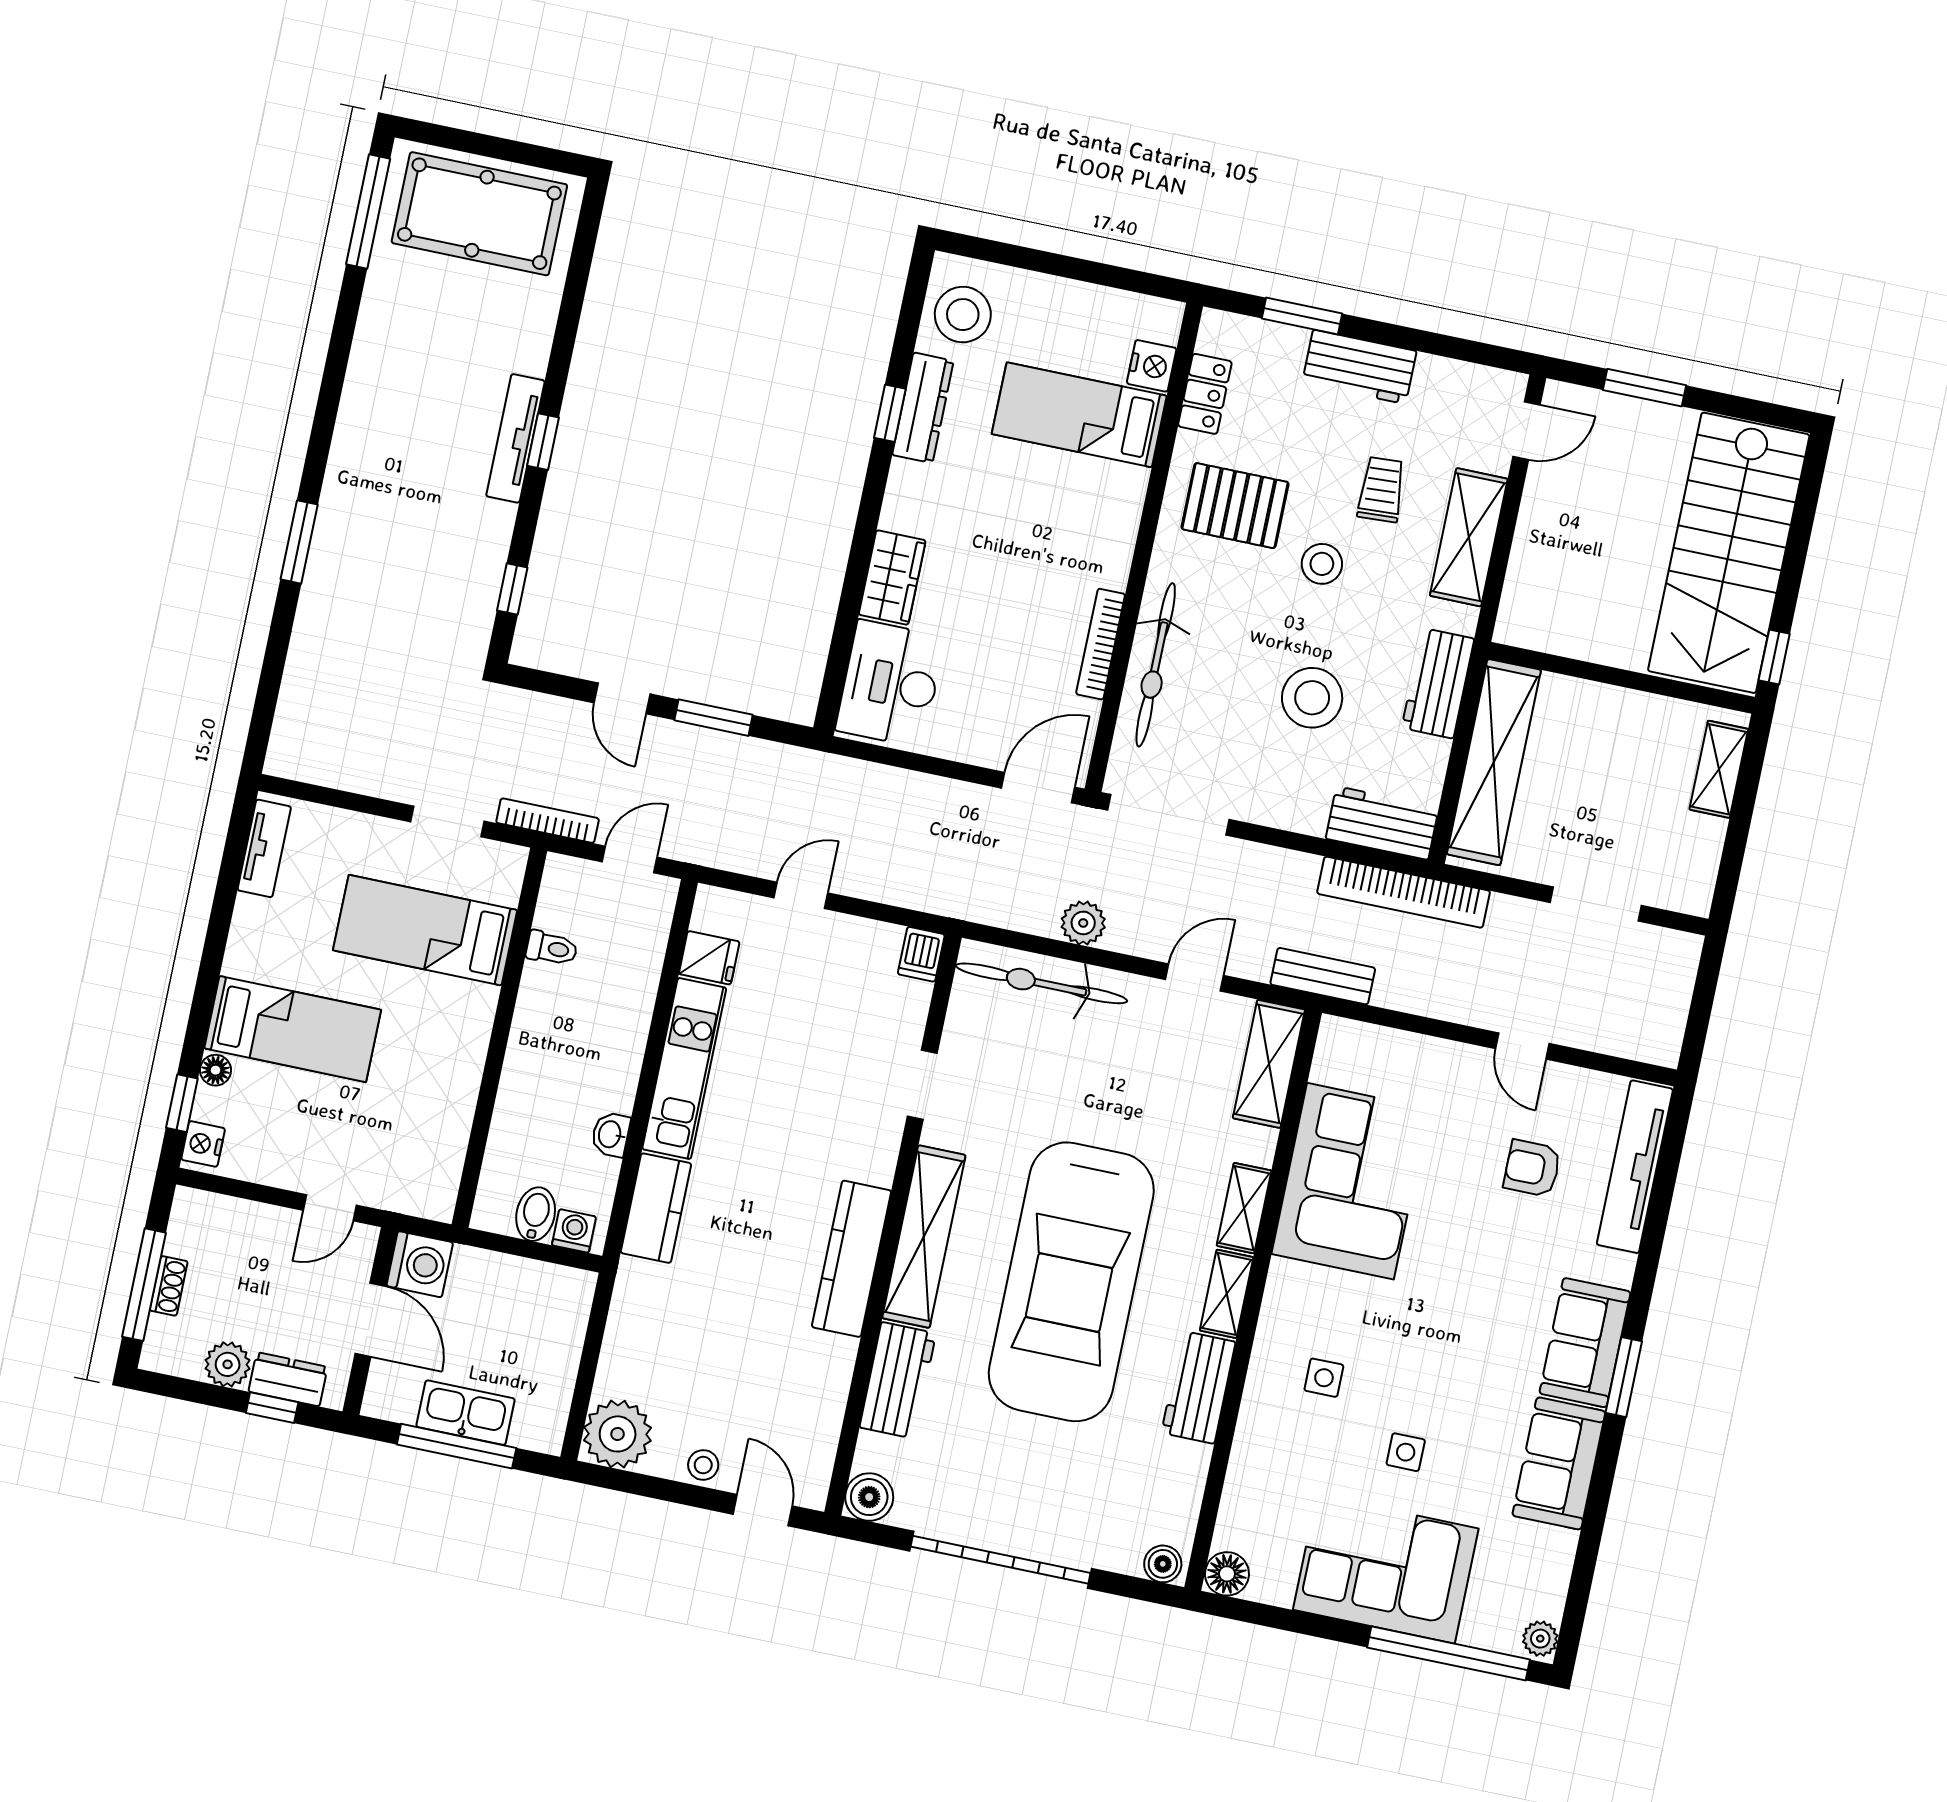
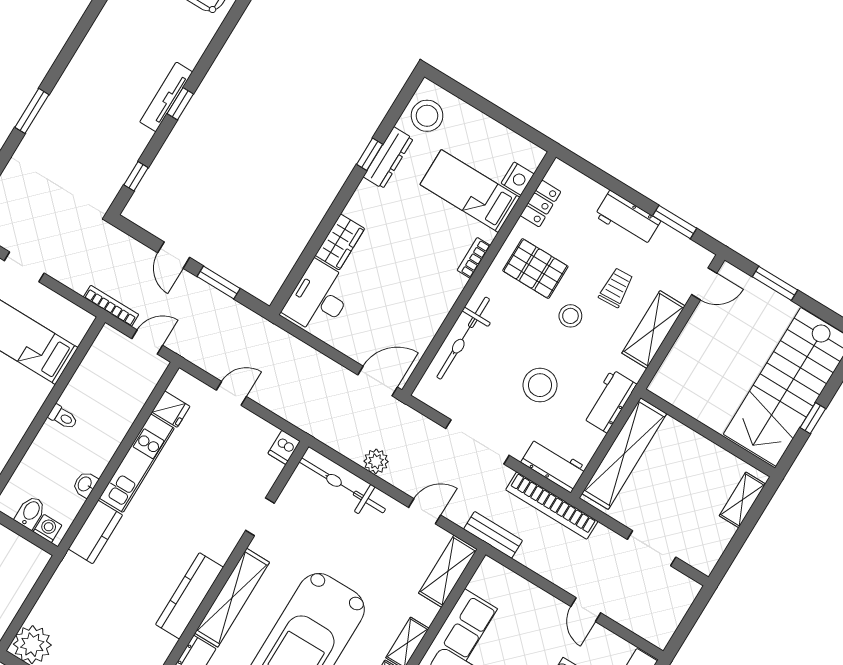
window: (1302, 316) -> (675, 222), moved
bookcase: (1101, 644) -> (474, 258), moved, width x0.64
window: (1774, 657) -> (813, 418), moved
doorway: (1168, 815) -> (477, 442), moved
doorway: (447, 821) -> (24, 267), moved
toilet: (552, 948) -> (63, 417), moved

